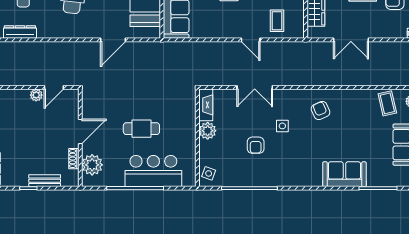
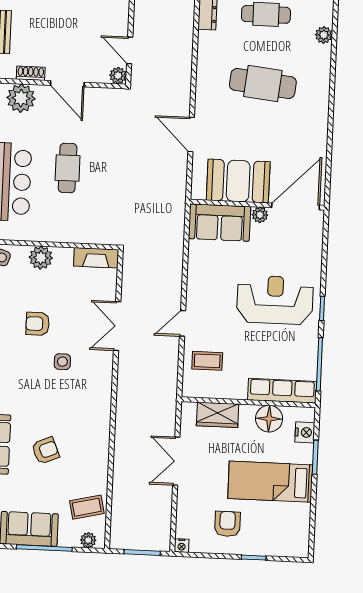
plant: (36, 95) -> (118, 76), moved
armchair: (320, 111) -> (45, 451), moved
plant: (208, 131) -> (41, 258), moved

